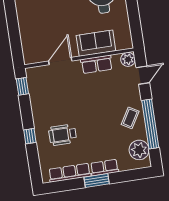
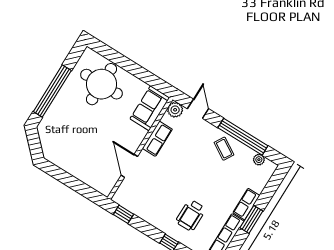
sofa: (96, 43) -> (150, 108), moved
plant: (139, 150) -> (259, 160), width x0.53, depth x0.53

